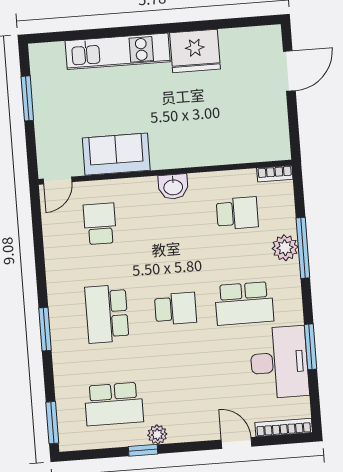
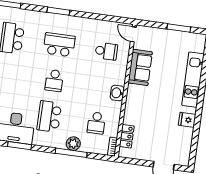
fridge: (195, 51) -> (187, 120), width x0.53, depth x0.75
locker: (250, 151) -> (127, 136), added

